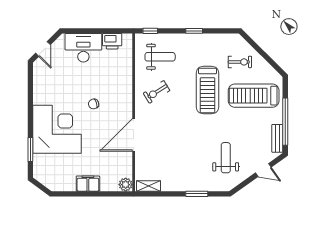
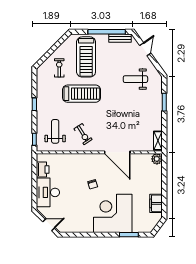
filing cabinet: (88, 184) -> (156, 203), moved

